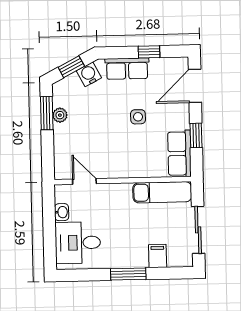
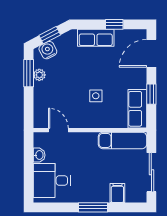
water cooler: (89, 74) -> (48, 50), moved
side table: (138, 117) -> (96, 96), moved

